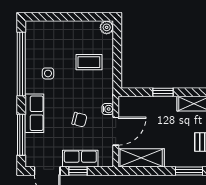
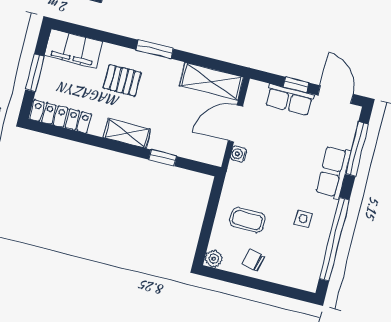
chair: (79, 120) -> (253, 260), moved

